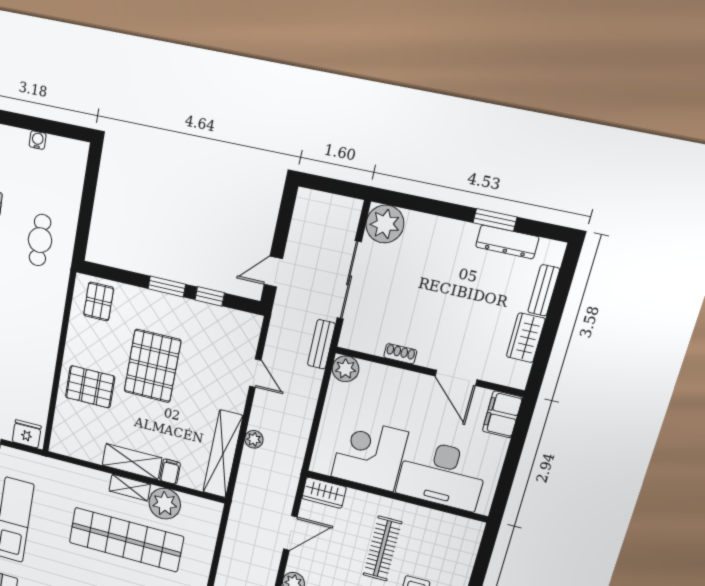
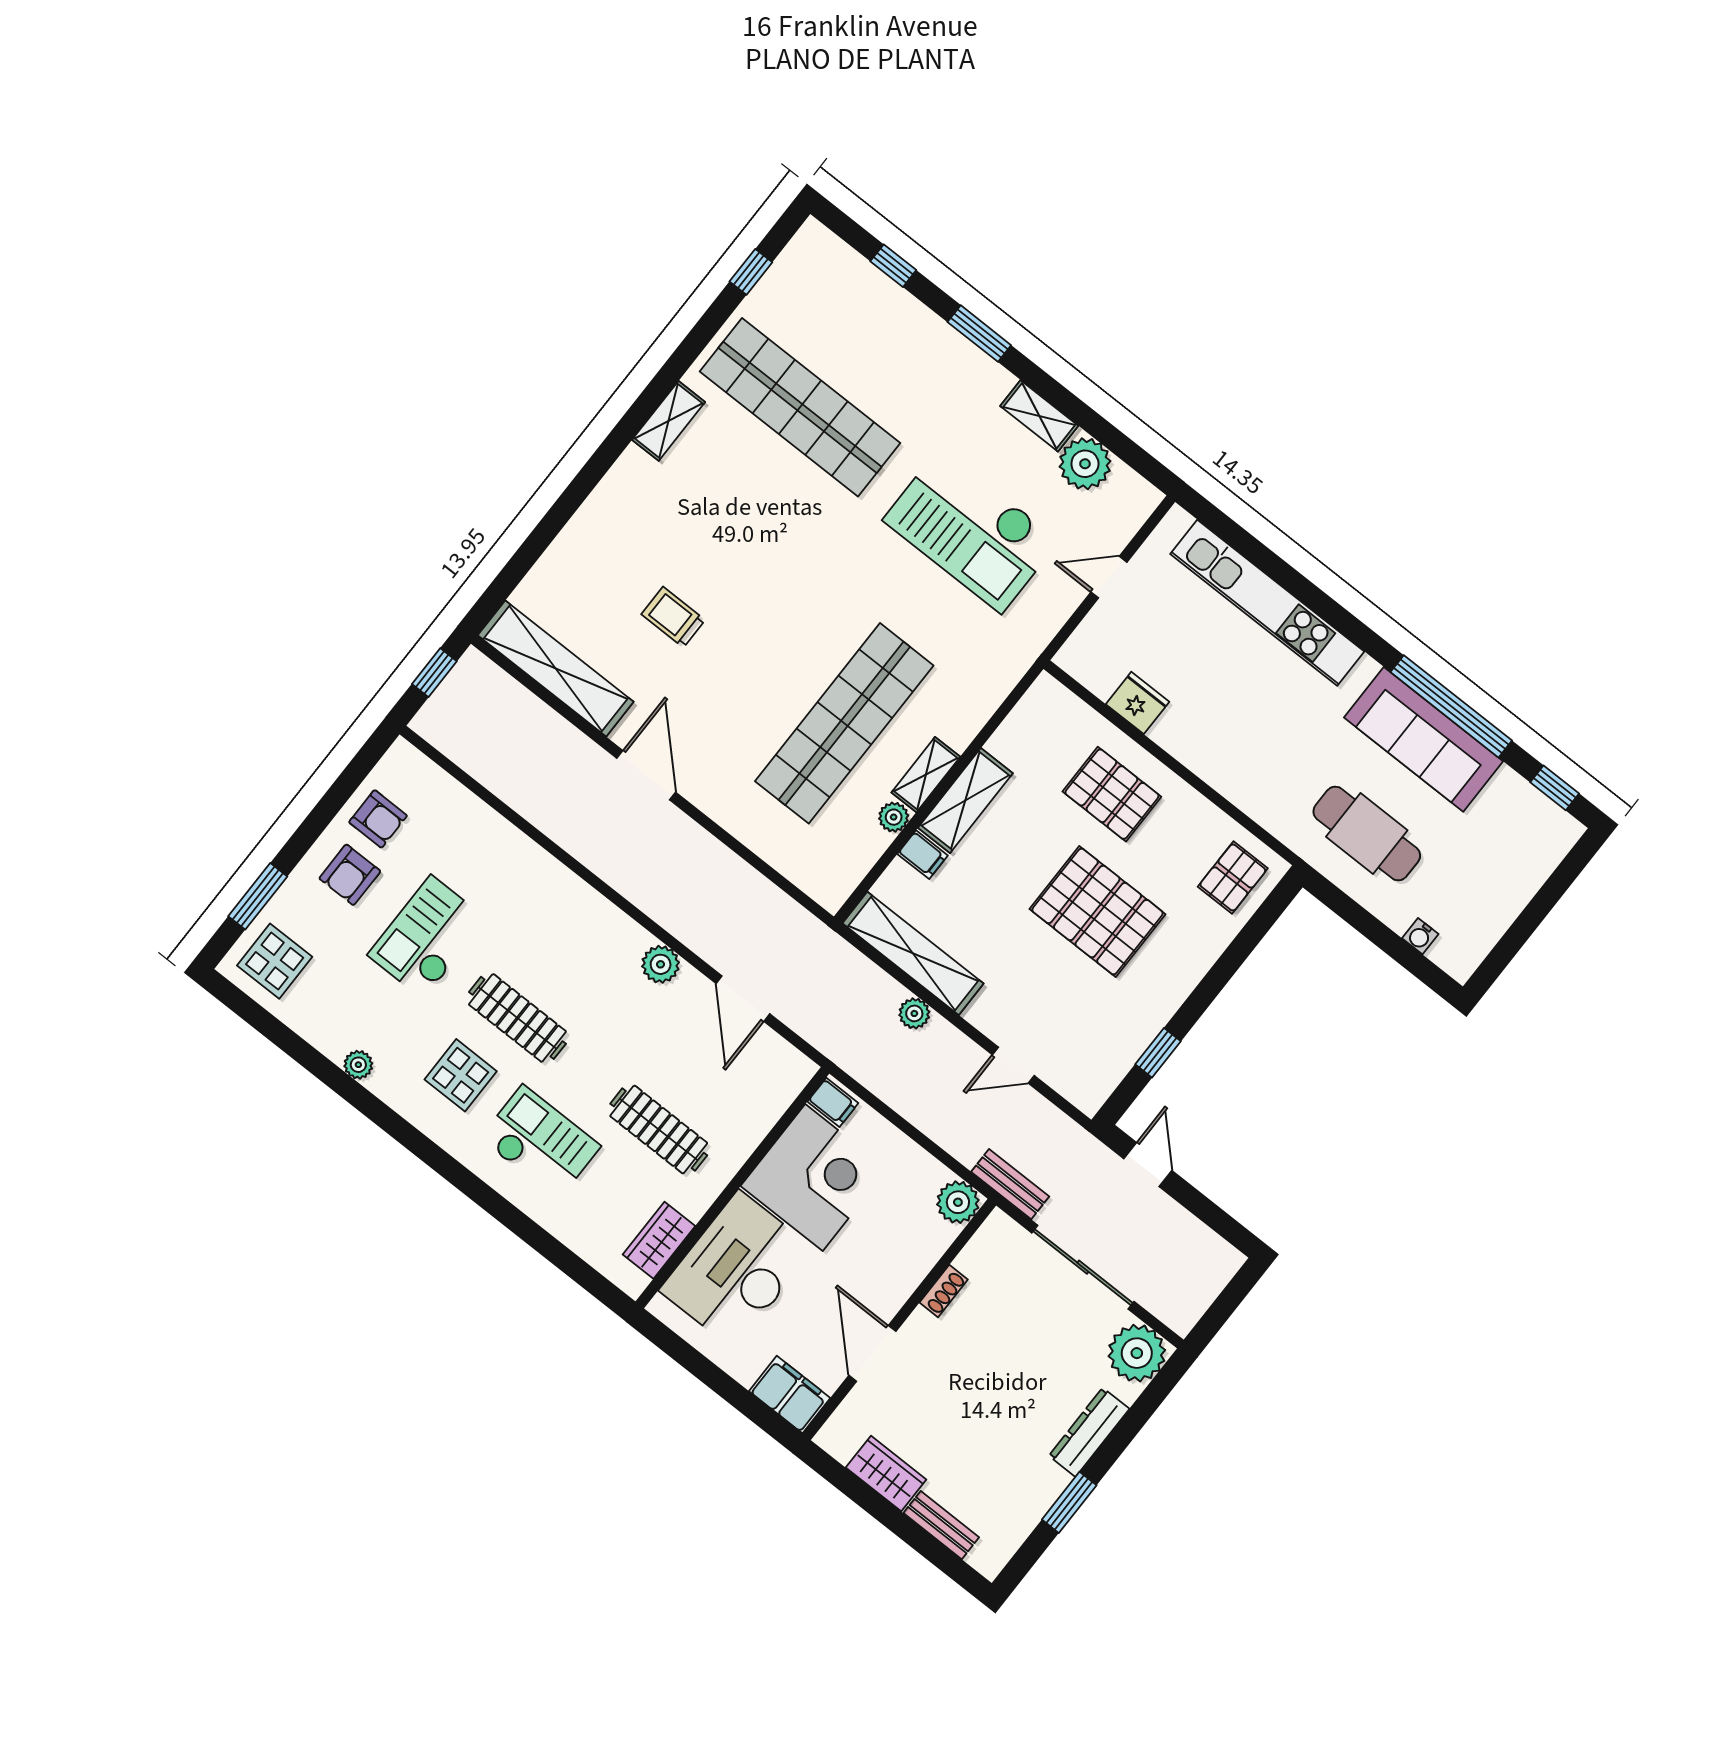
water cooler: (38, 140) -> (1420, 936), moved, turned 90
cafe table: (40, 240) -> (1367, 833), width x1.37, depth x1.35
dresser: (507, 242) -> (1089, 1432), moved
window: (167, 287) -> (1204, 995), removed
pallet: (99, 302) -> (1233, 877), turned 90
door: (456, 378) -> (872, 1353), hinge flipped
pallet: (90, 387) -> (1112, 794), turned 90
fridge: (27, 434) -> (1138, 703), moved, turned -90
filing cabinet: (323, 462) -> (833, 1102), added
wardrobe: (324, 493) -> (659, 1240), moved
plant: (165, 504) -> (894, 817), width x0.53, depth x0.53

